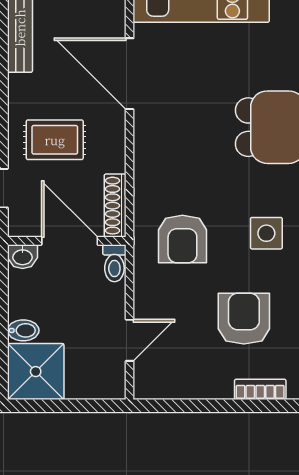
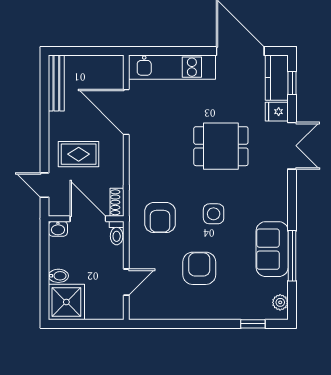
shoe rack: (115, 206) -> (117, 202), width x0.70
bookcase: (260, 389) -> (210, 313), removed

